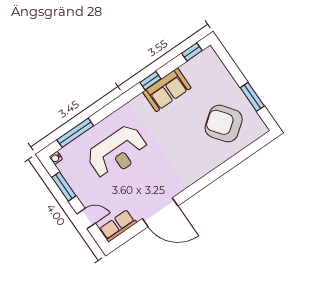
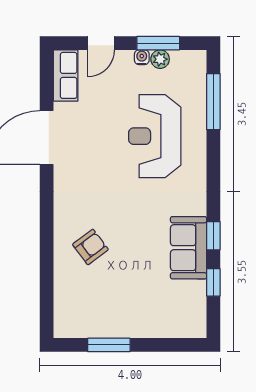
window: (192, 52) -> (213, 282), moved
armchair: (224, 124) -> (90, 247), moved, width x0.53, depth x0.53
water cooler: (56, 158) -> (142, 57), moved
plant: (72, 179) -> (160, 59), added

